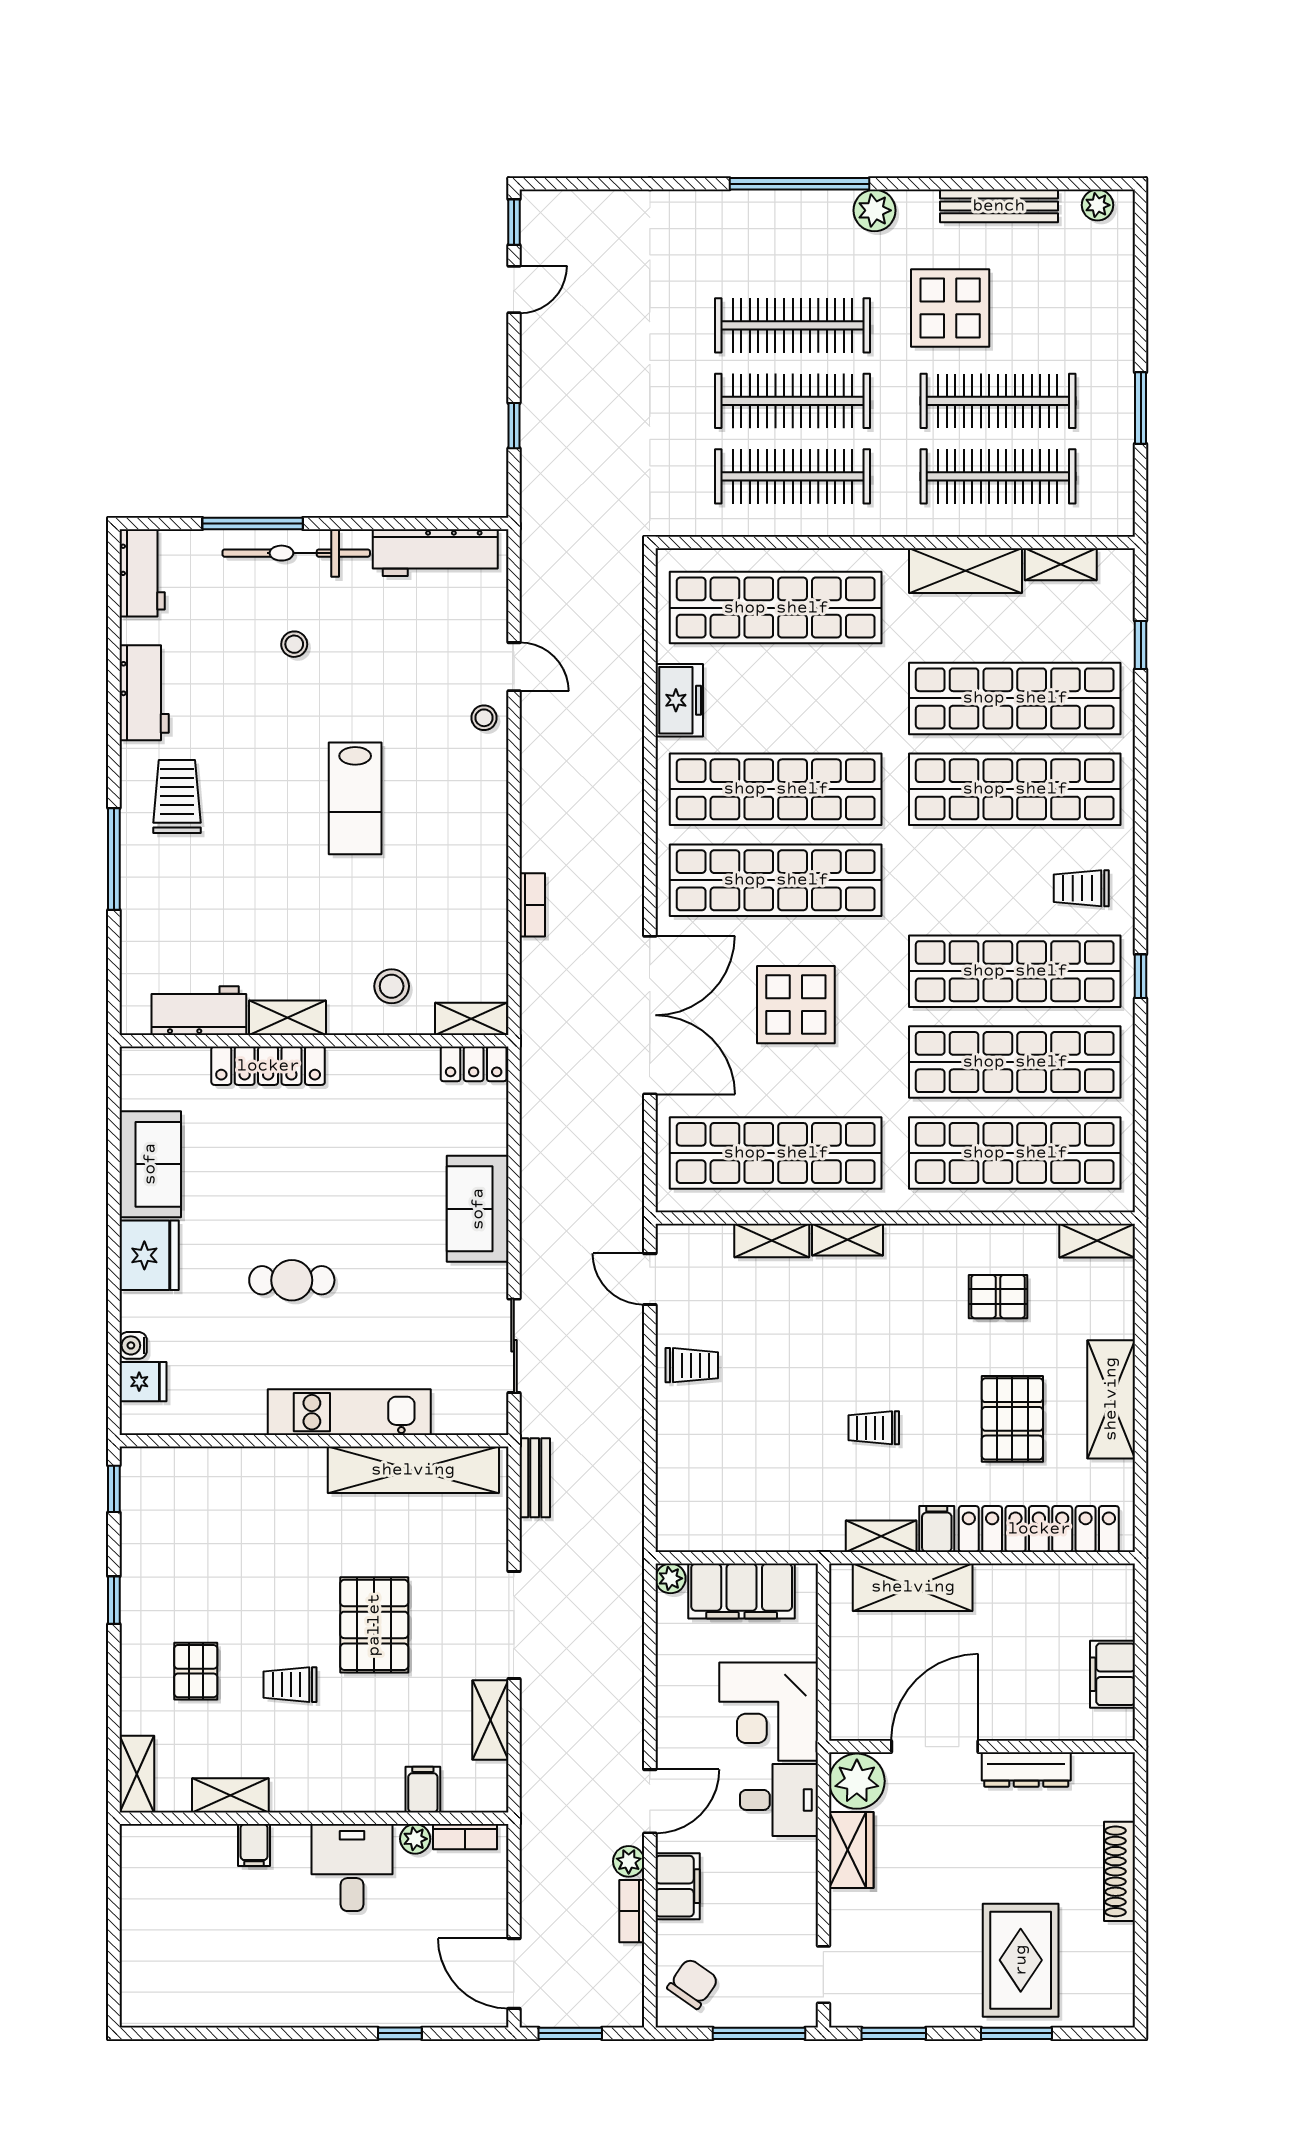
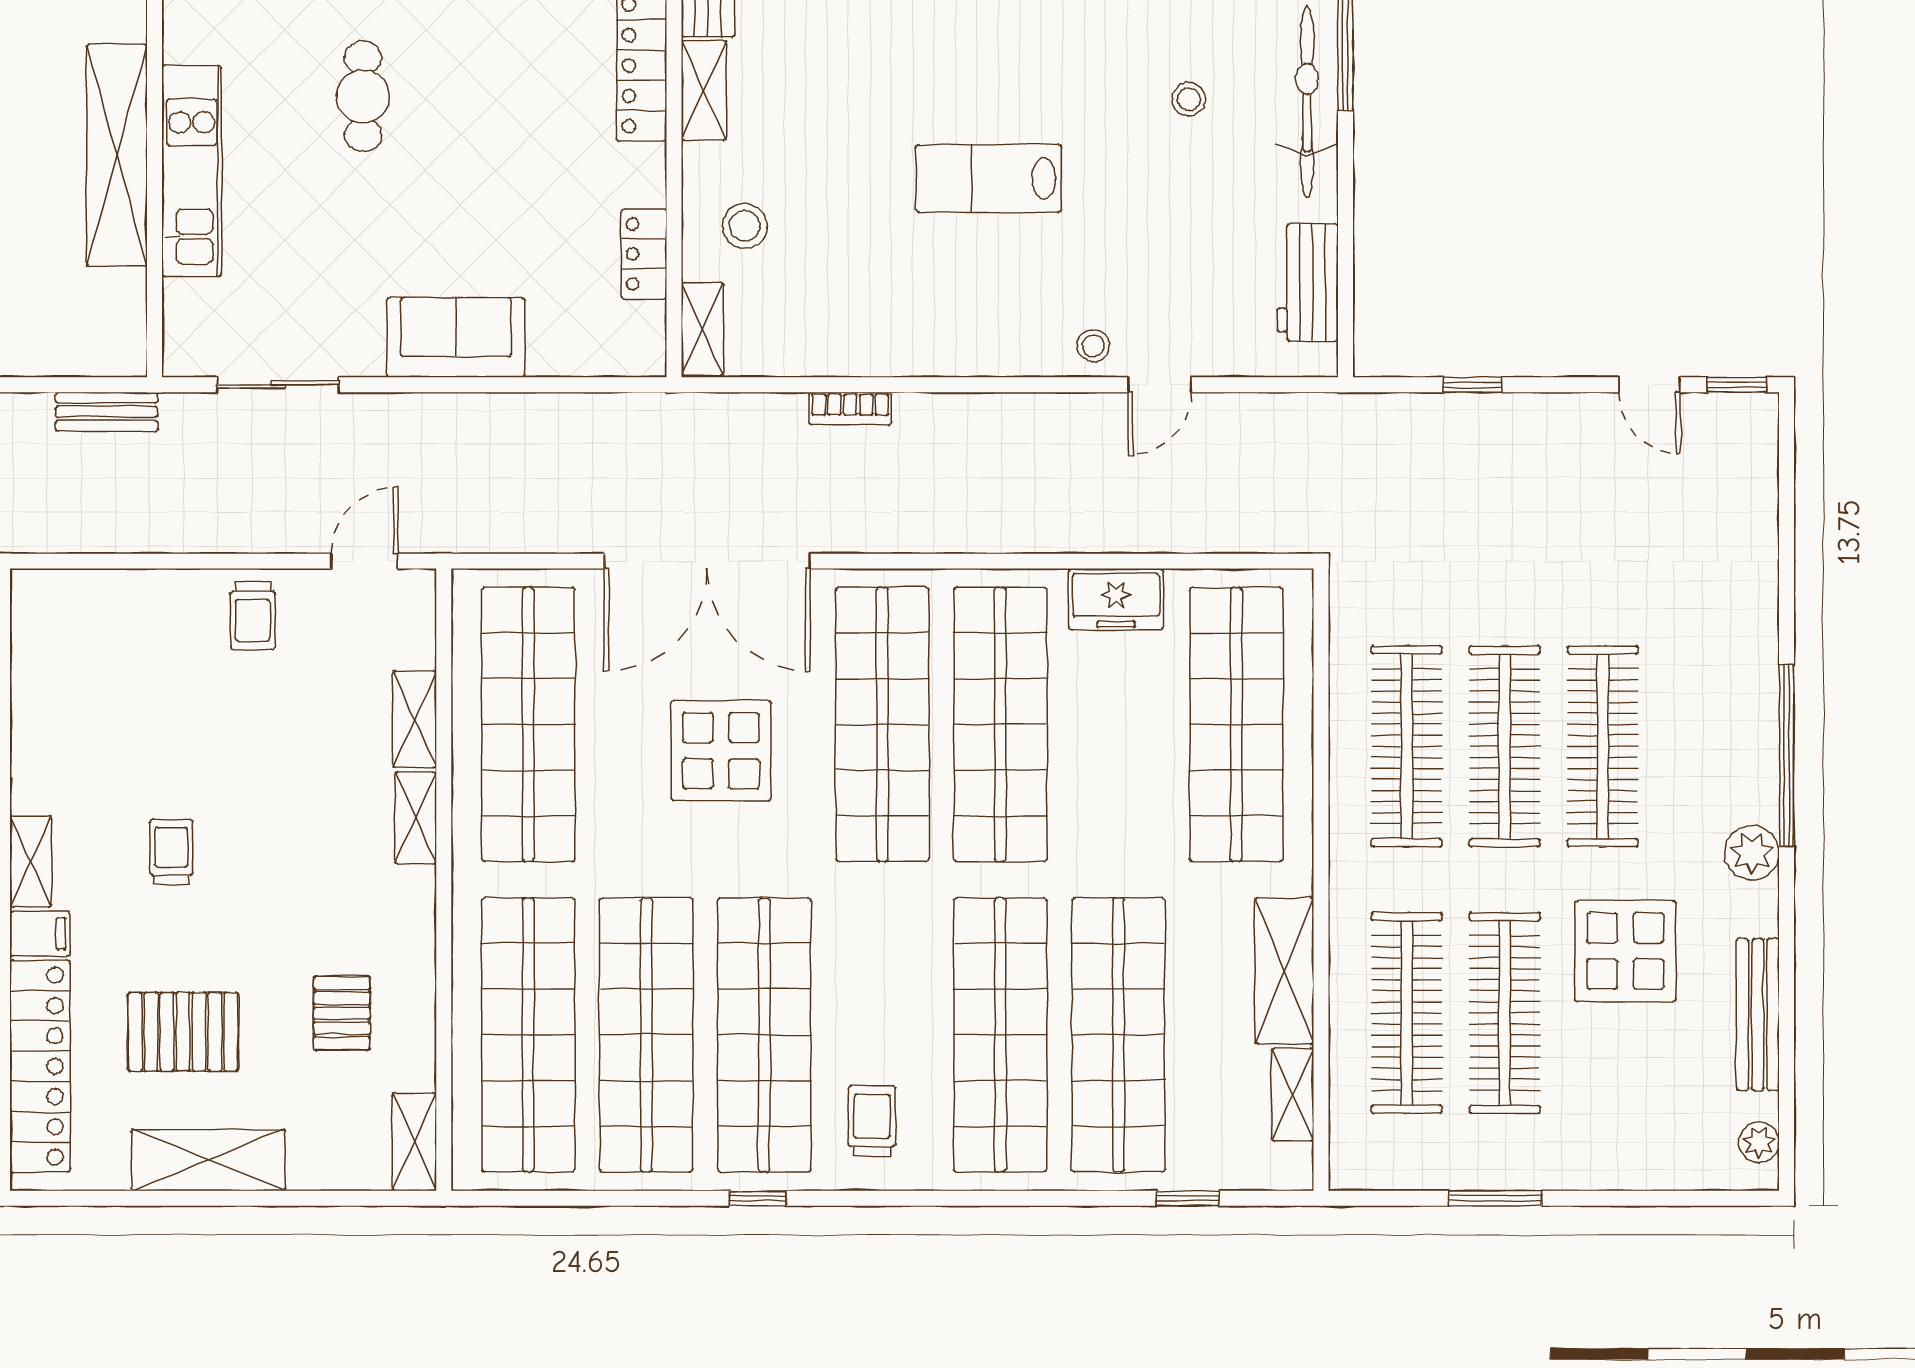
workbench: (435, 553) -> (1308, 282), width x0.73
locker: (474, 1064) -> (644, 254), moved
shelving: (413, 1470) -> (117, 155), moved

